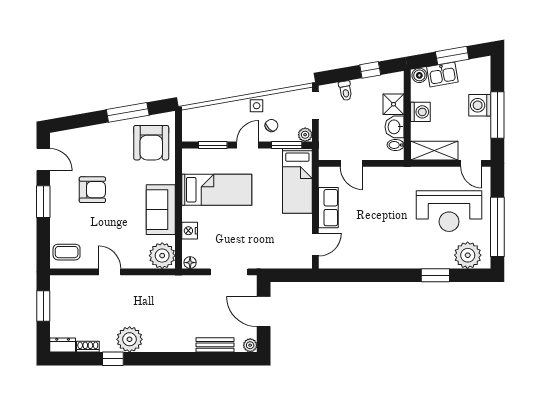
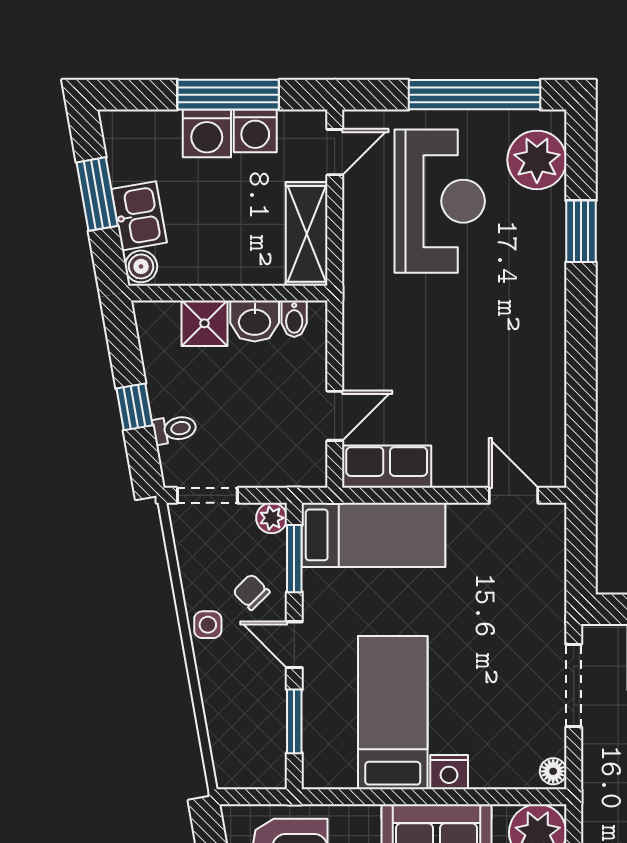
window: (370, 70) -> (135, 407), moved
washing machine: (420, 112) -> (255, 131), moved, turned 180
row of seats: (328, 208) -> (387, 467), moved
nightstand: (190, 231) -> (449, 772), moved

